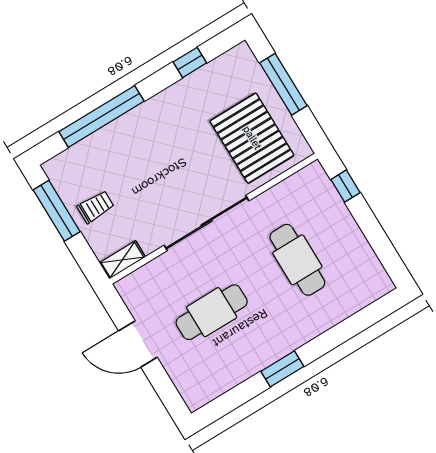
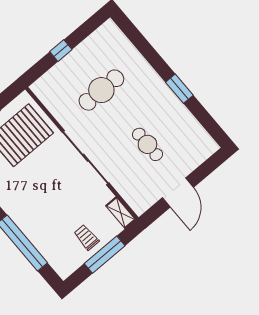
window: (345, 186) -> (61, 51), moved
window: (57, 211) -> (105, 255), moved
cafe table: (212, 312) -> (147, 144), width x0.73, depth x0.74

